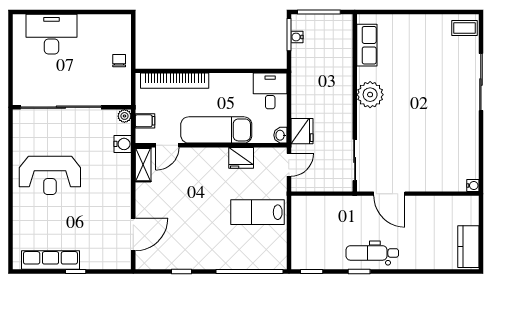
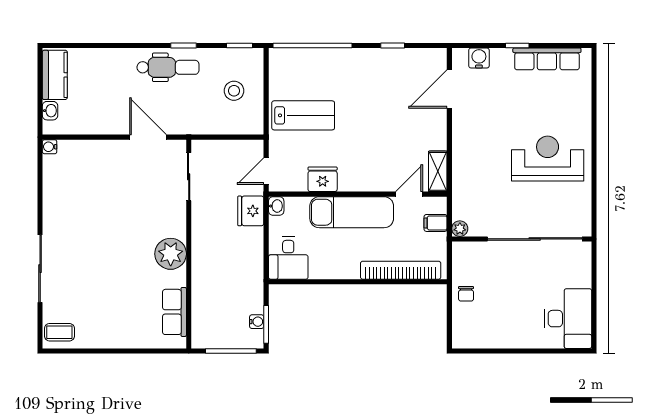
desk: (52, 34) -> (568, 319), moved, turned -90
water cooler: (123, 144) -> (479, 58), moved, turned 90
washbasin: (472, 216) -> (50, 111), added
stool: (316, 233) -> (234, 91), added

